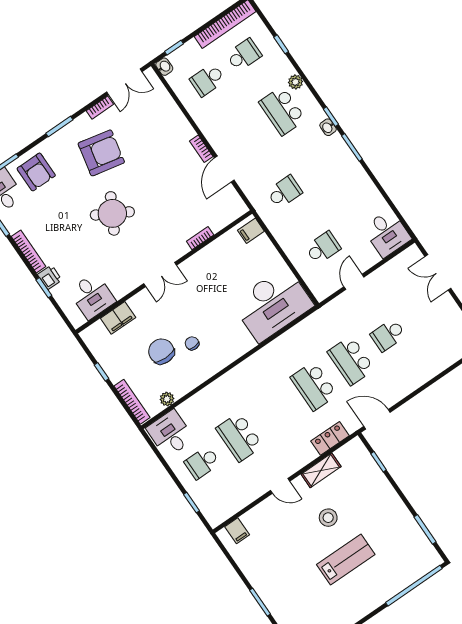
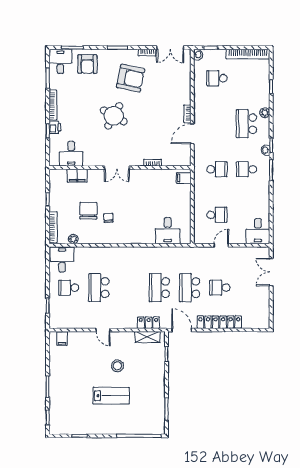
school desk: (244, 55) -> (247, 169), moved, turned 180
desk: (273, 304) -> (168, 231), width x0.53, depth x0.77
locker: (417, 378) -> (219, 322), added
shelving: (321, 470) -> (148, 337), moved

